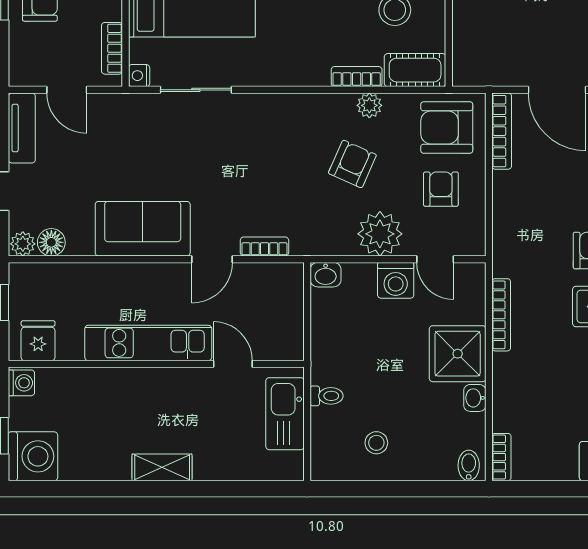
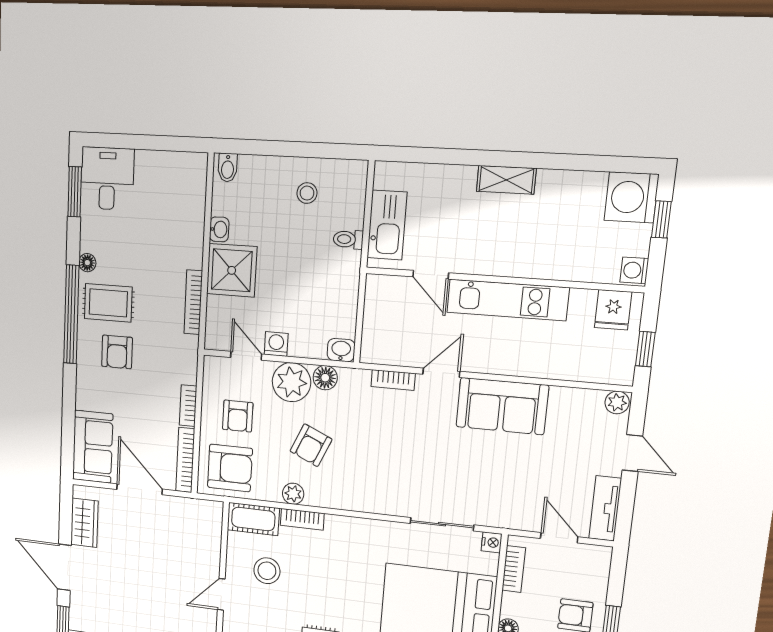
floor lamp: (51, 242) -> (325, 378), moved
washing machine: (396, 280) -> (276, 344), width x0.73, depth x0.73
bookcase: (501, 457) -> (188, 406), moved

